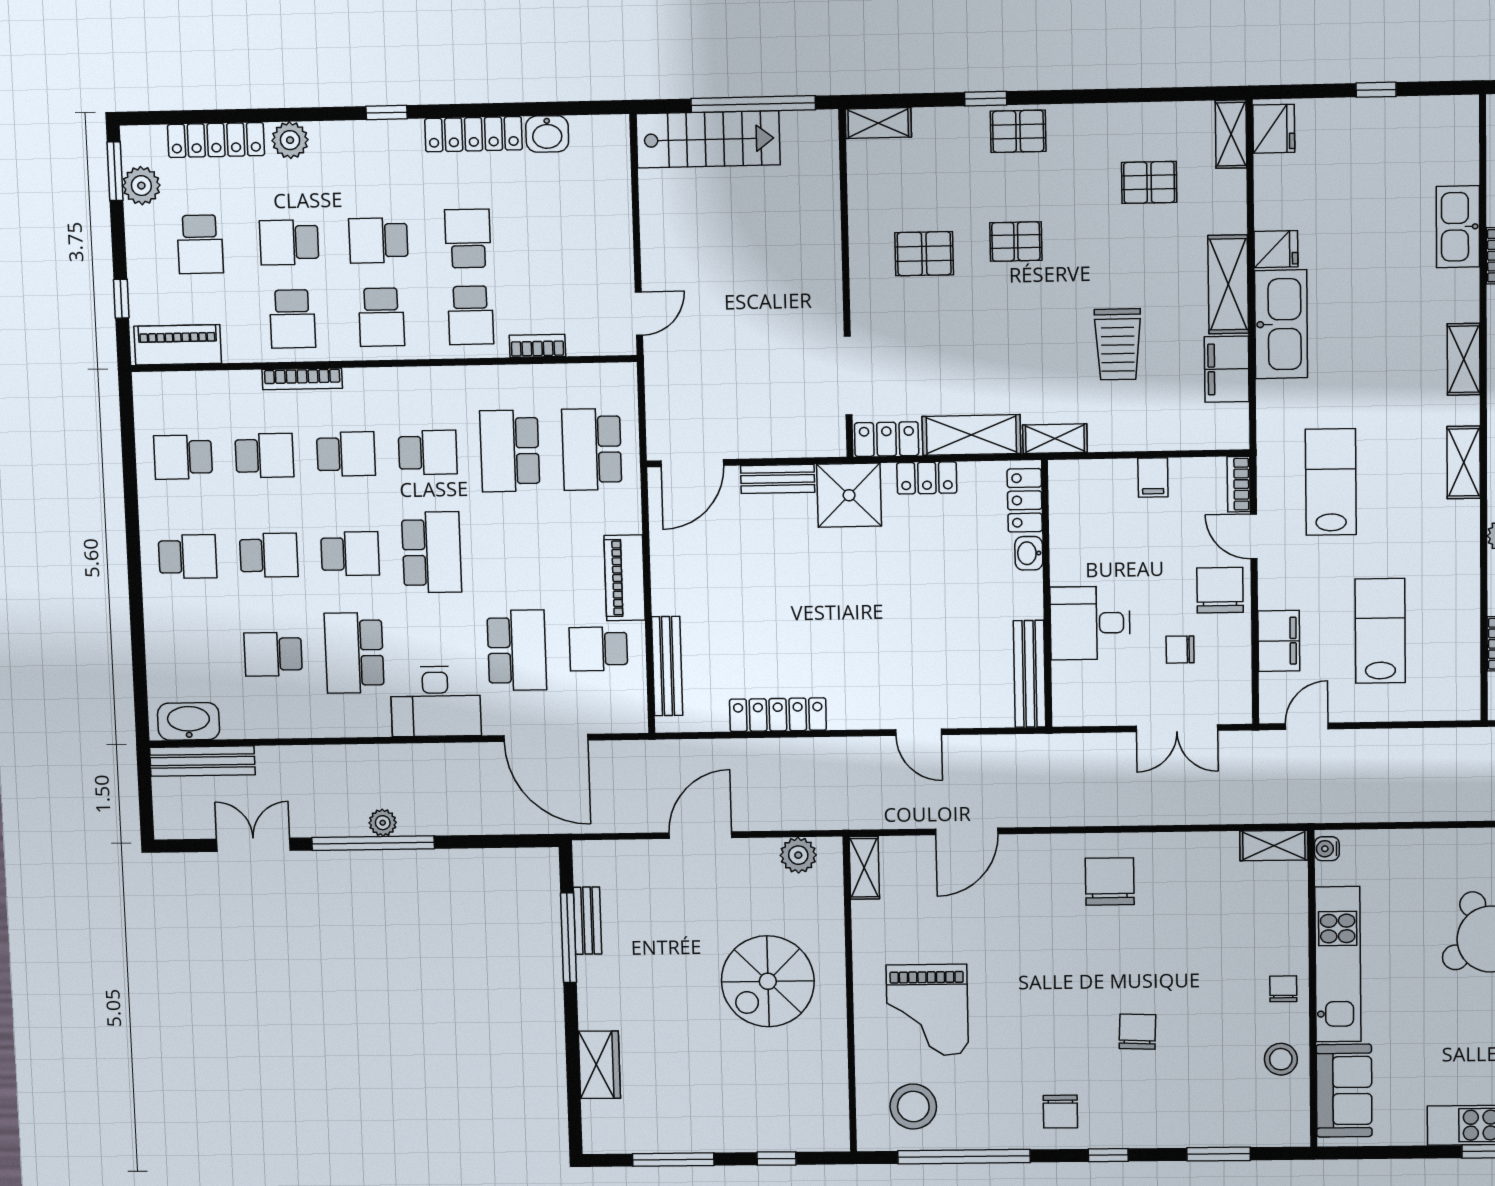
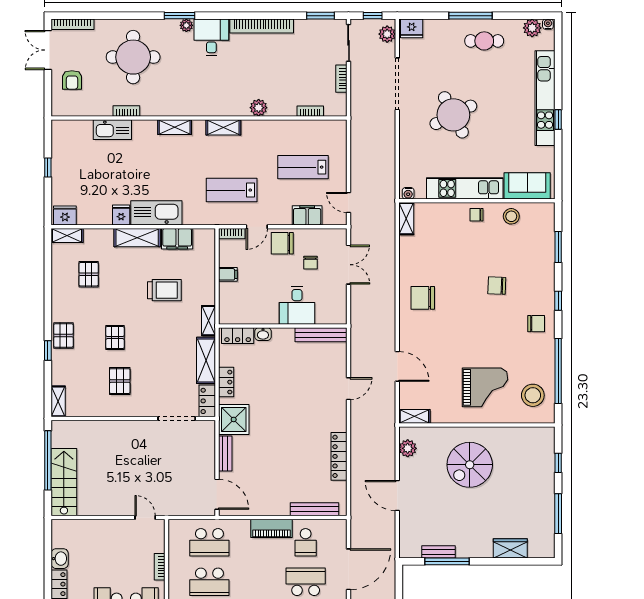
spiral stairs: (768, 981) -> (470, 465), turned 90

